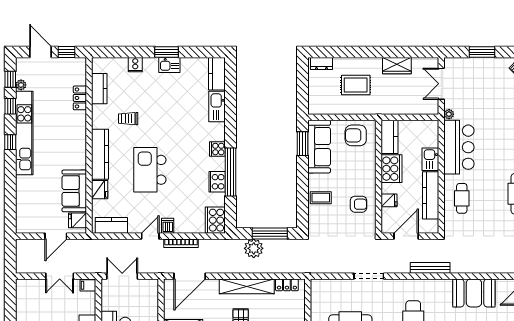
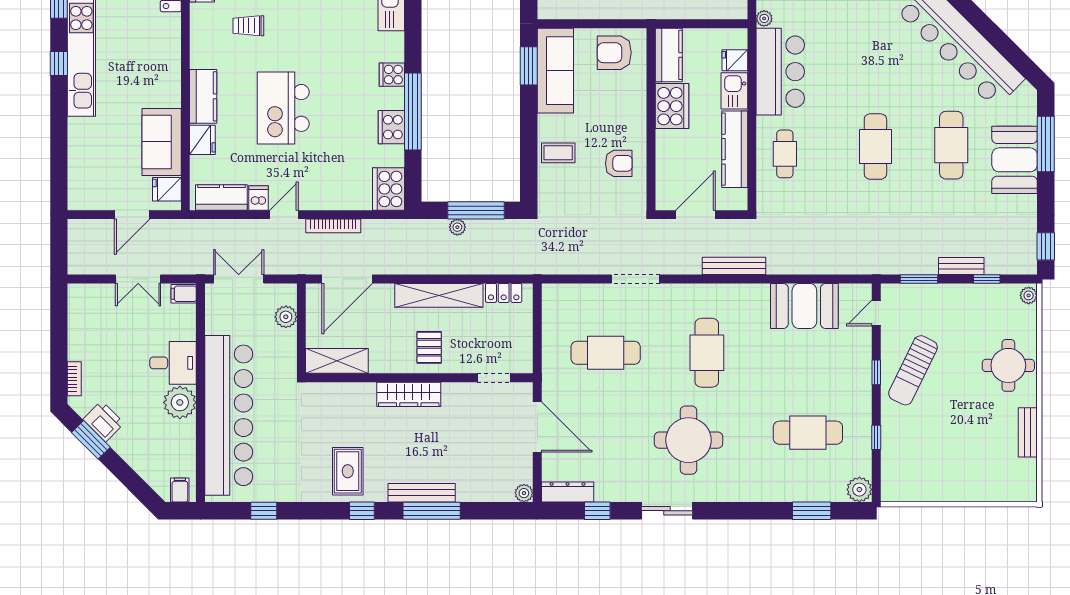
kitchen counter: (100, 154) -> (203, 96), width x0.67
fridge: (389, 200) -> (735, 60), moved, turned 180
dishwasher: (168, 226) -> (259, 198), moved
plant: (254, 248) -> (457, 227), width x0.53, depth x0.53
plant: (151, 300) -> (286, 317), added

